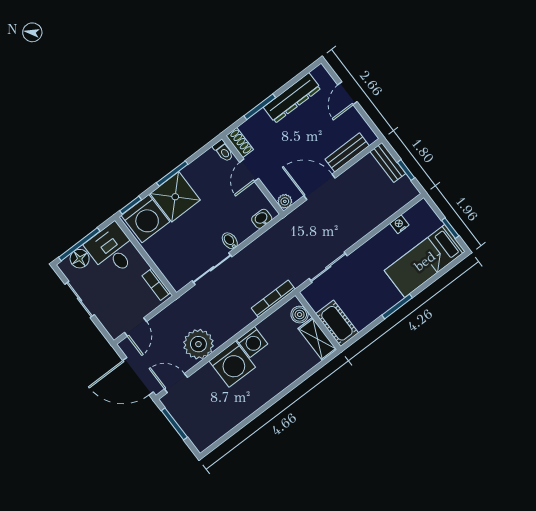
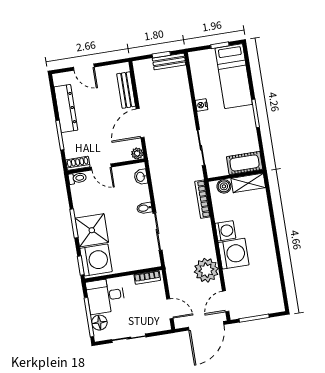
bench: (388, 162) -> (169, 62), moved
nightstand: (399, 224) -> (202, 105), moved

